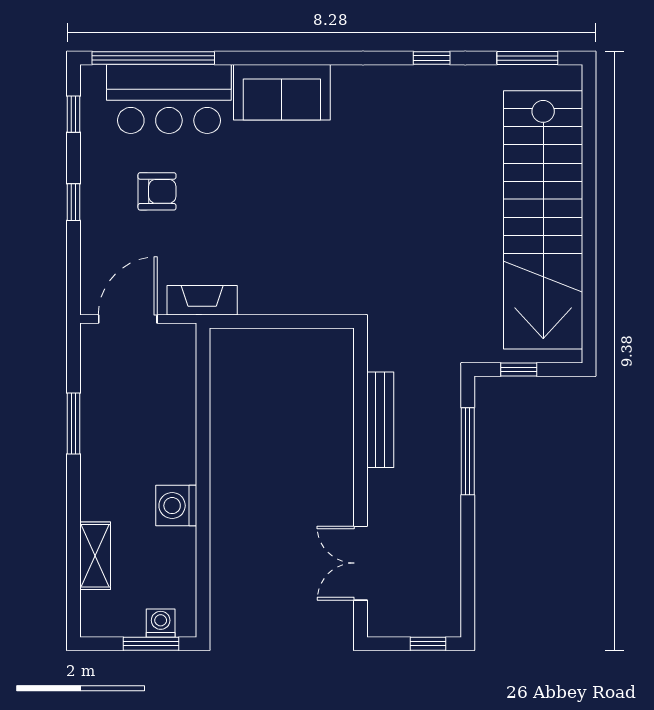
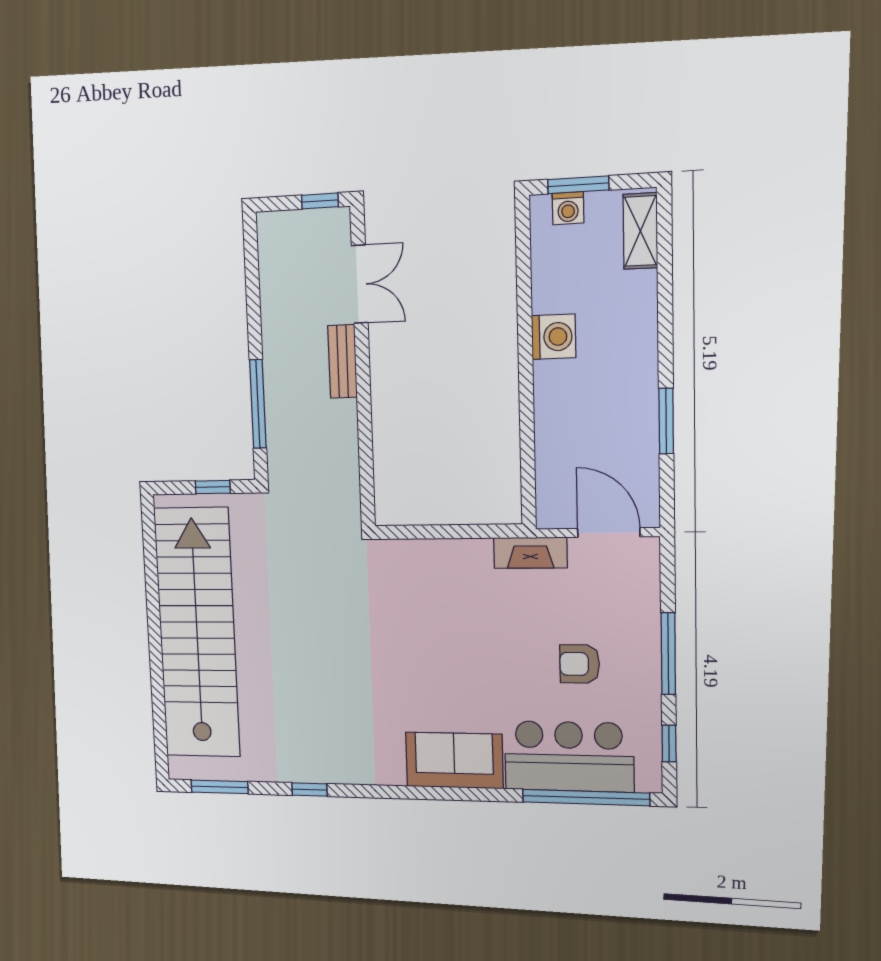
window: (73, 202) -> (668, 654), width x2.17
door: (128, 319) -> (609, 533), swing flipped
bench: (380, 420) -> (343, 361), moved, width x0.73
shelving: (95, 556) -> (640, 231), moved
window: (428, 644) -> (320, 201), moved

